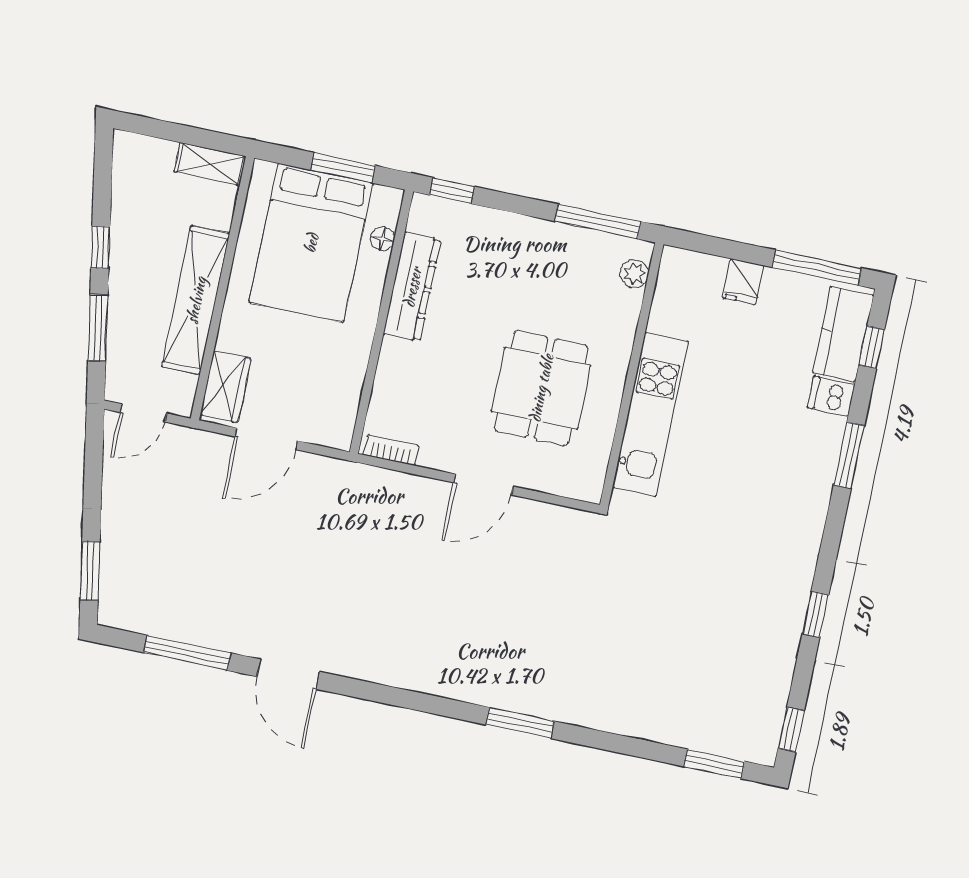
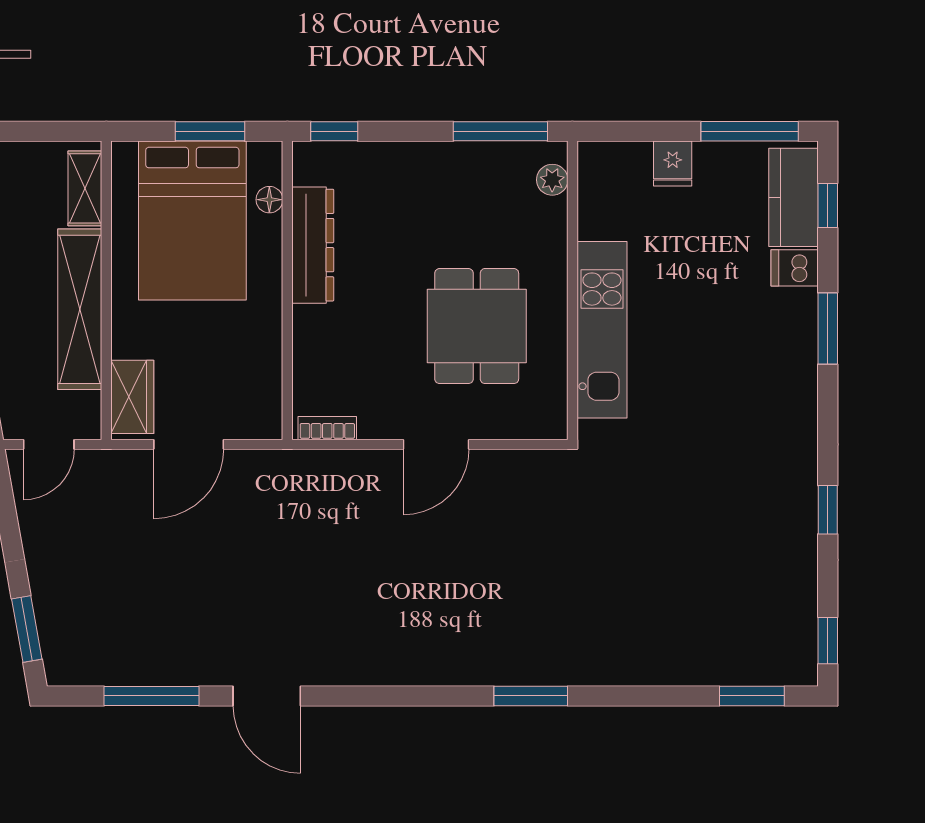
shelving: (210, 164) -> (85, 188), moved, turned 90

